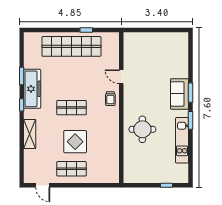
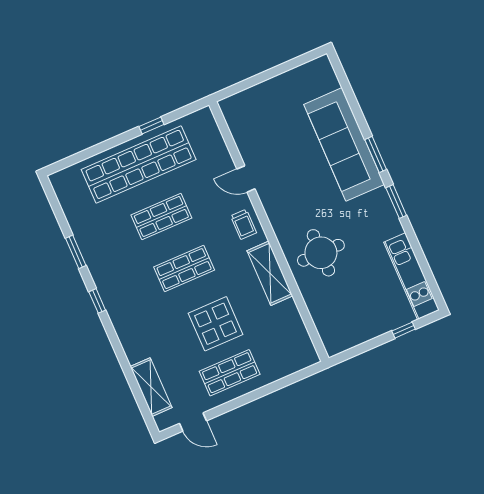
shop shelf: (71, 77) -> (161, 217), added
freezer: (32, 89) -> (103, 266), removed
sofa: (180, 94) -> (344, 144), width x1.85, depth x1.27
shelving: (113, 128) -> (270, 273), added
shelving: (30, 134) -> (151, 387), moved
kitchen unit: (182, 140) -> (411, 276), moved

